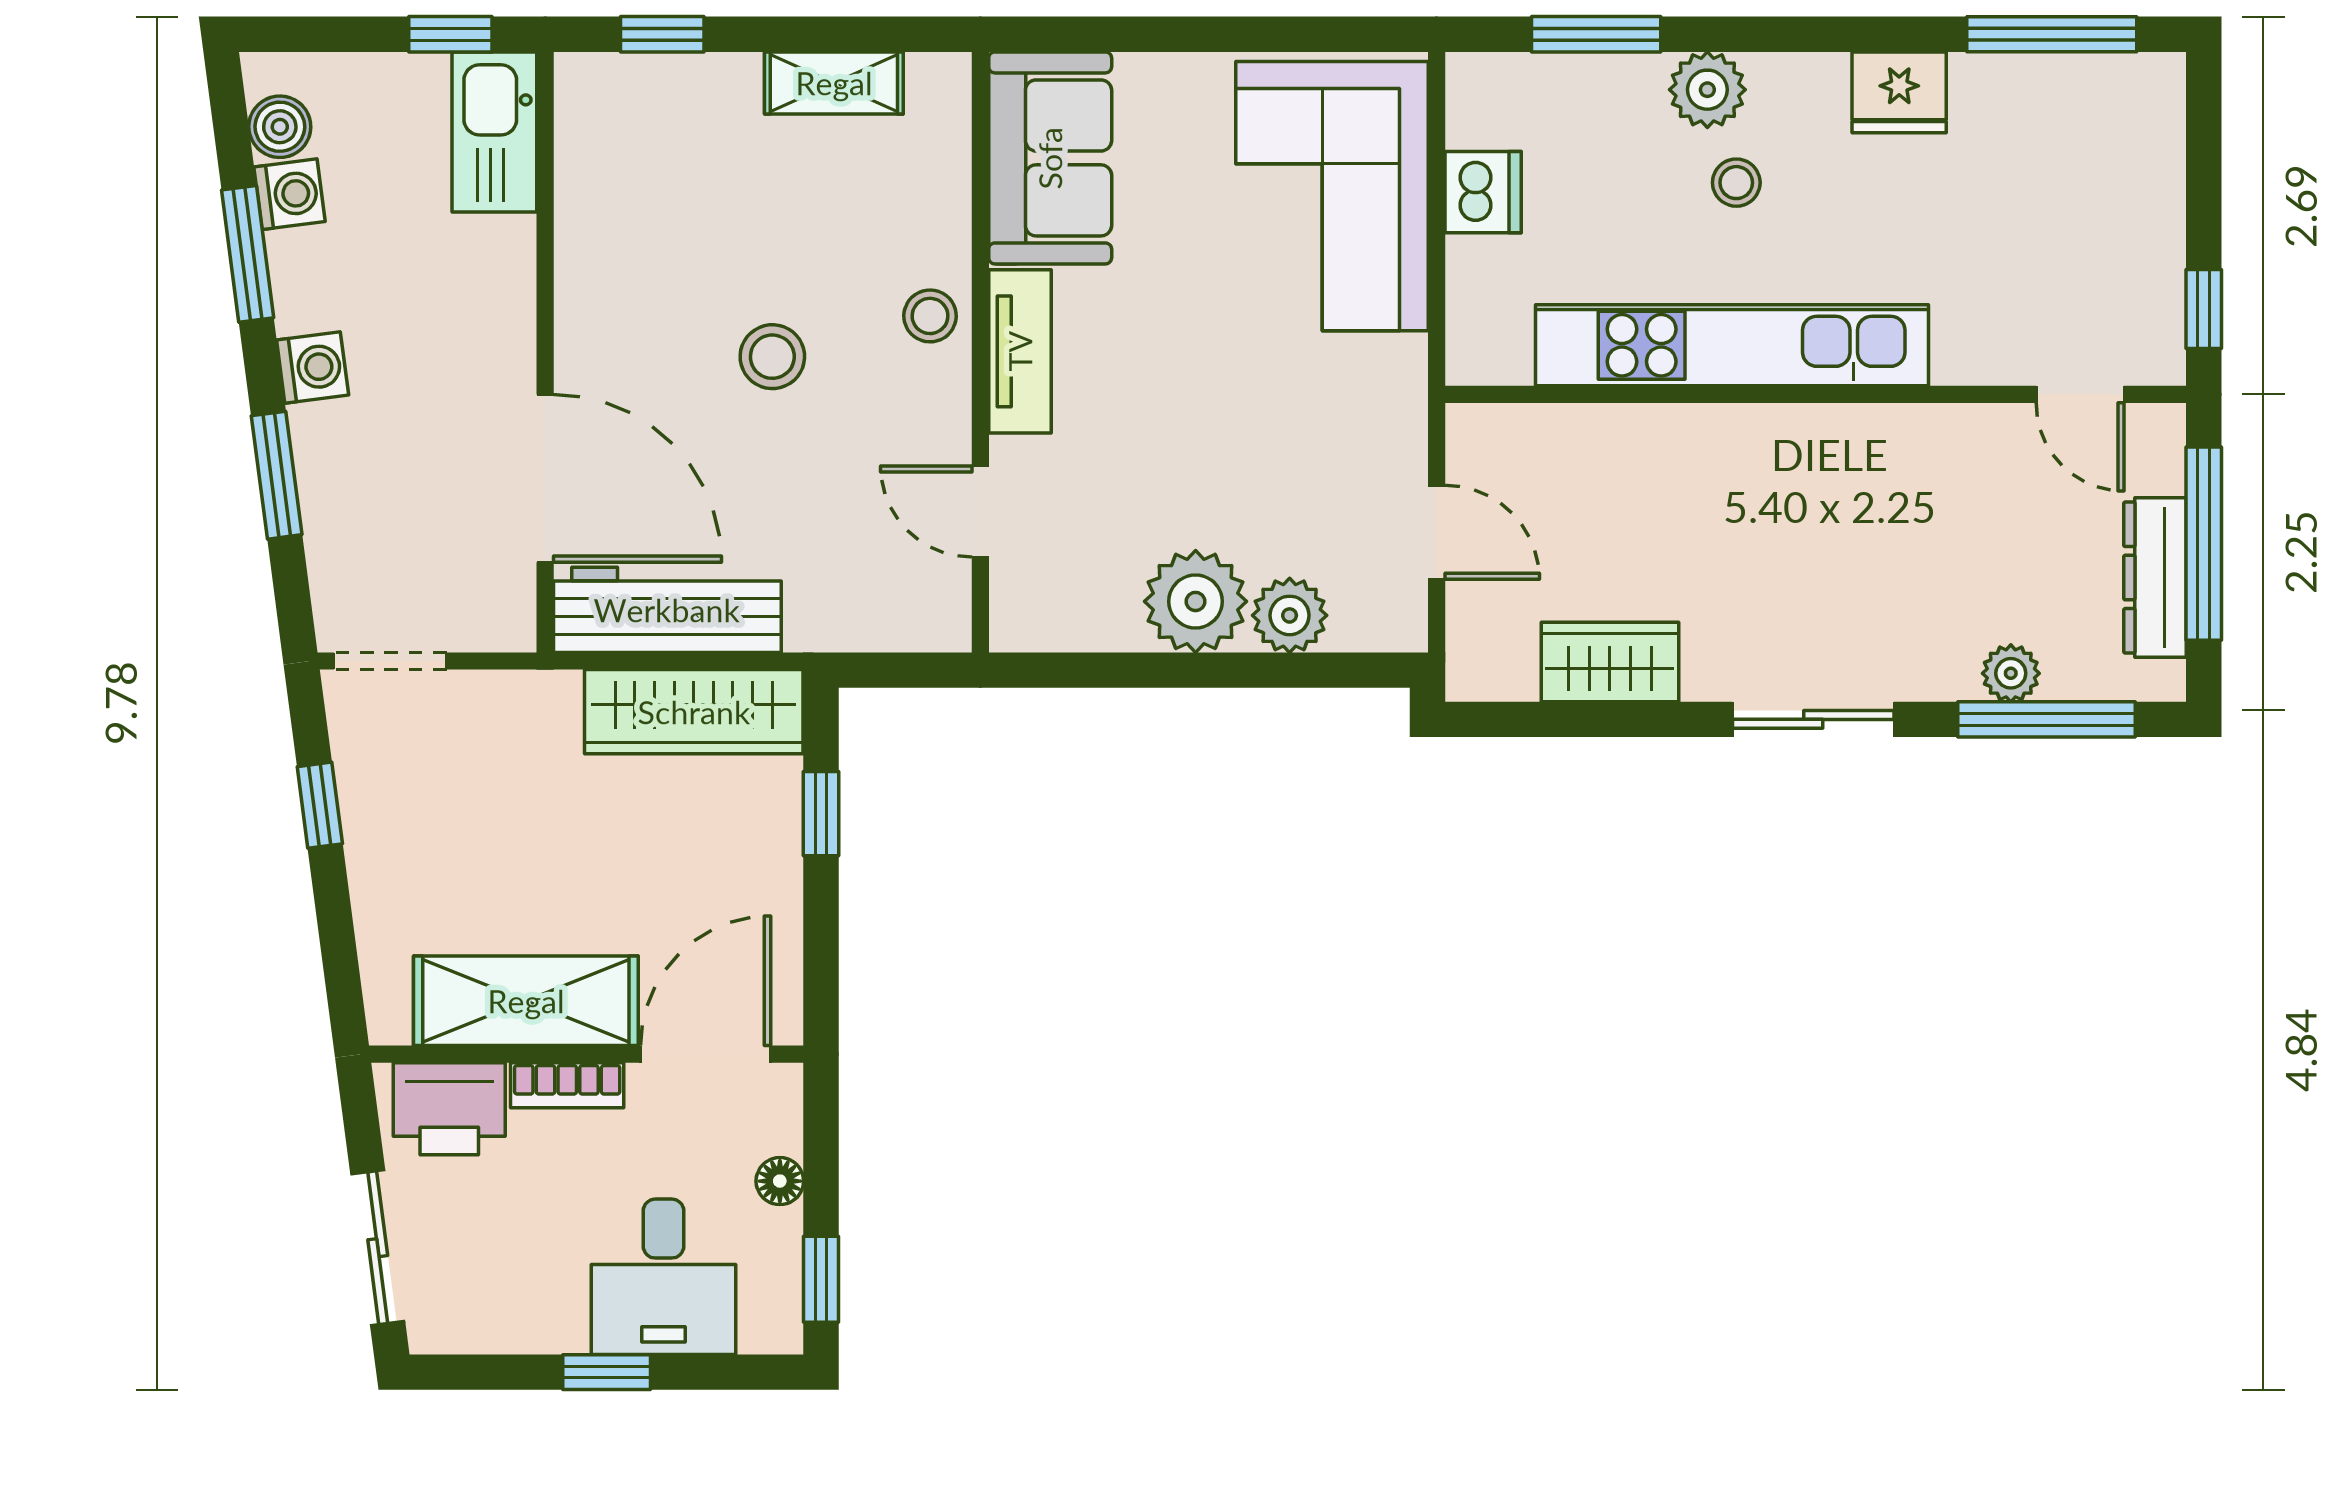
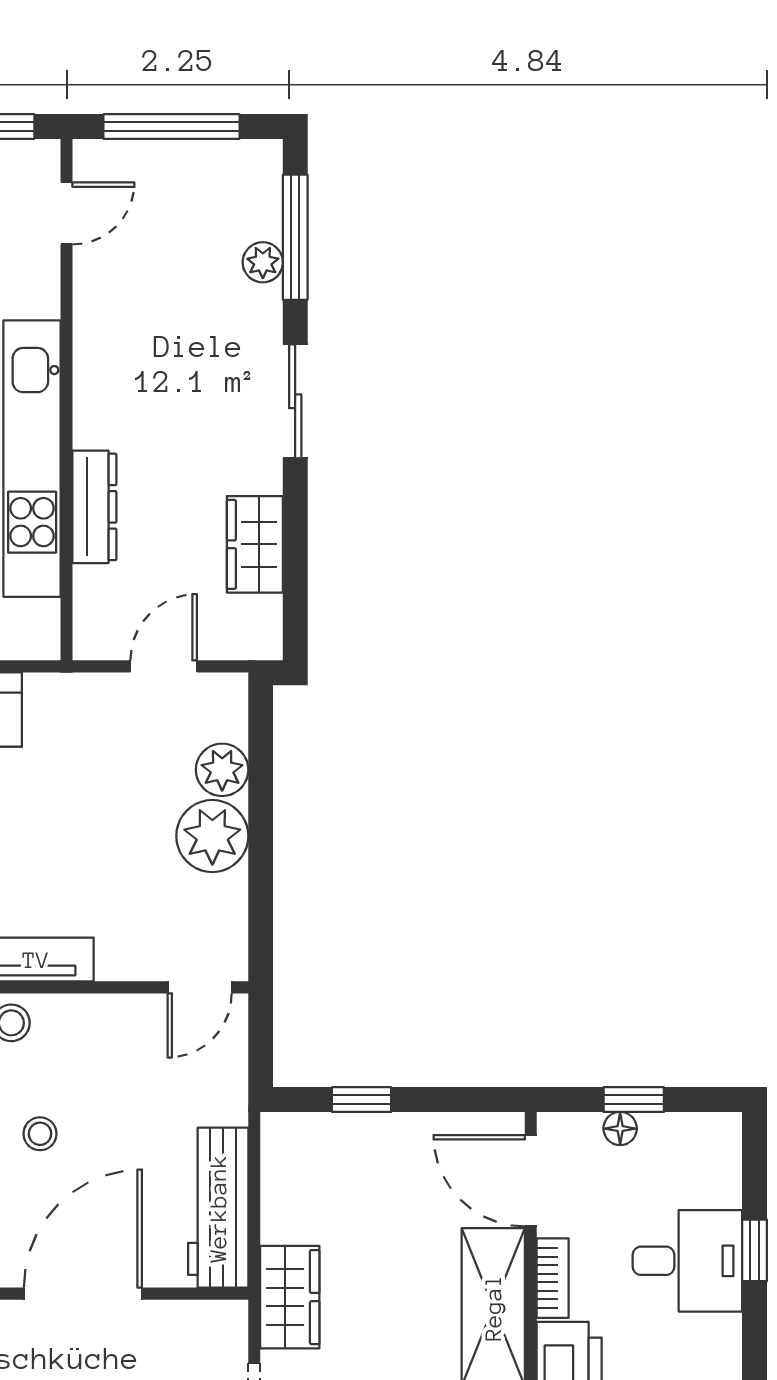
stool: (772, 357) -> (40, 1134), width x0.73, depth x0.73
door: (545, 478) -> (83, 1294), moved
door: (980, 511) -> (200, 987), moved
dresser: (2155, 578) -> (94, 507), moved, turned -90
wardrobe: (694, 712) -> (290, 1297), moved, width x0.67
desk: (663, 1277) -> (687, 1261), moved
window: (821, 1279) -> (634, 1100), moved

